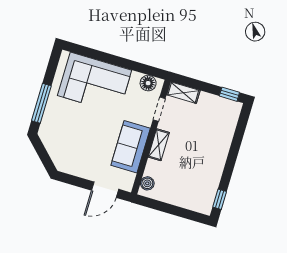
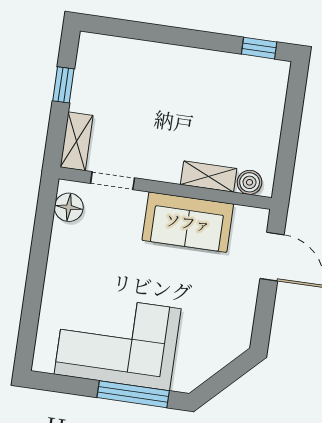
corner sofa: (95, 83) -> (118, 341), moved, turned -90
window: (229, 94) -> (63, 85), moved
shelving: (159, 145) -> (209, 177), moved

